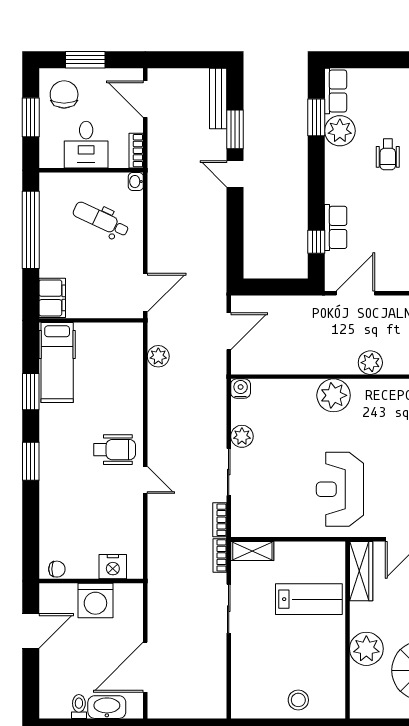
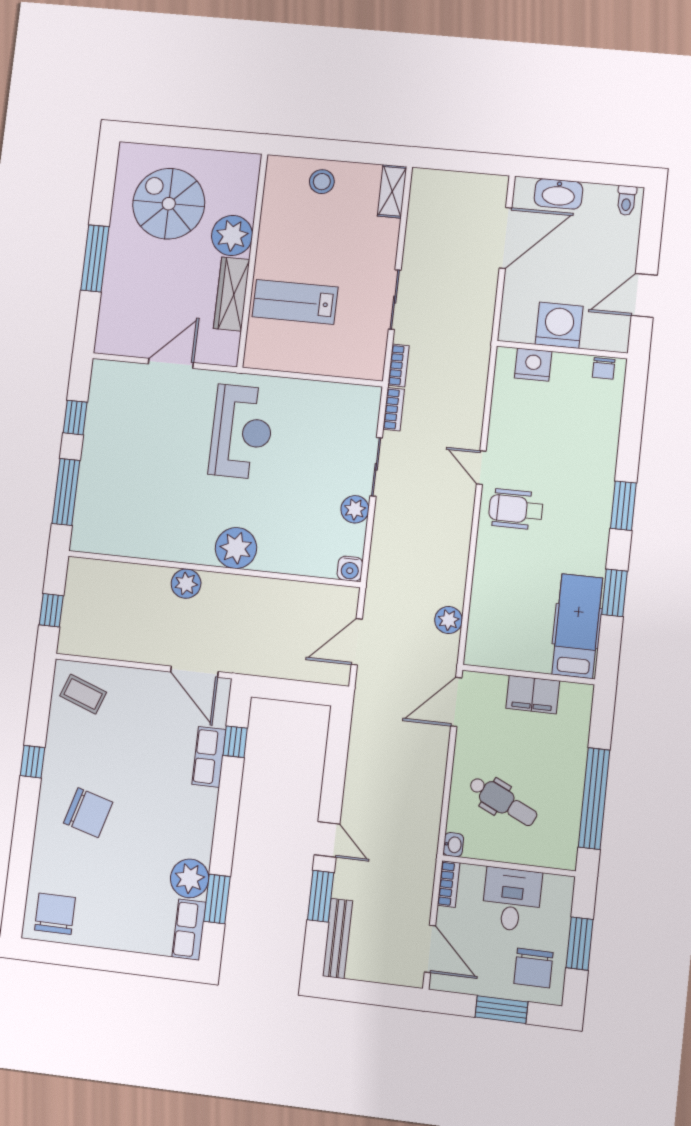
wheelchair: (388, 154) -> (134, 841), removed
door: (355, 293) -> (194, 672), hinge flipped
filing cabinet: (52, 298) -> (533, 695), moved, turned -90
shelving: (252, 551) -> (392, 191), moved, turned 90
chair: (57, 569) -> (604, 368), turned -90
wardrobe: (361, 571) -> (232, 294), moved
toilet: (79, 707) -> (626, 201), moved

